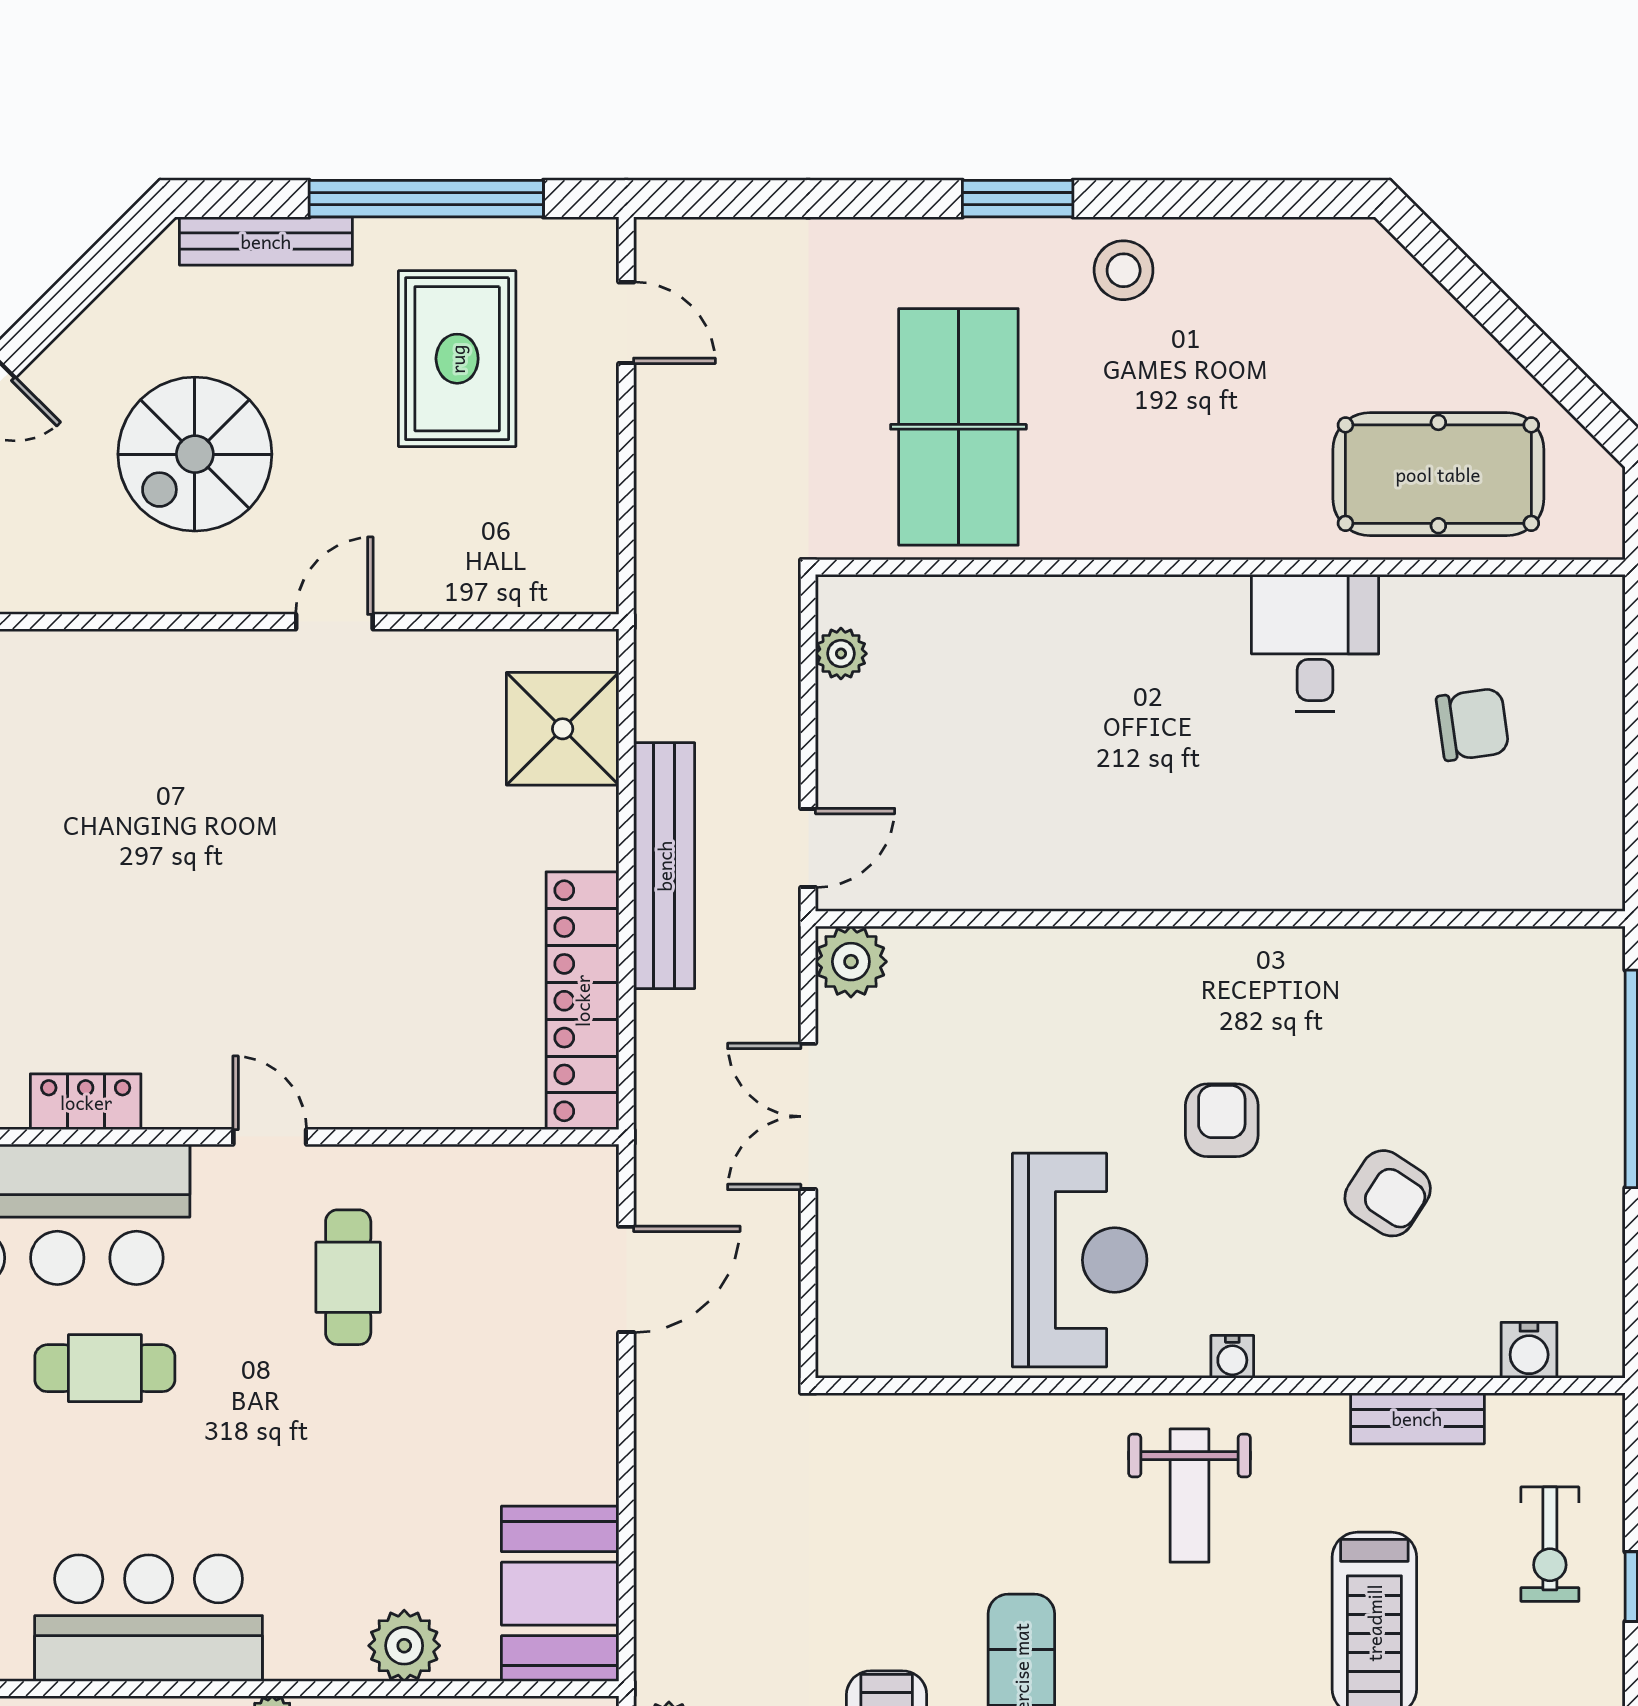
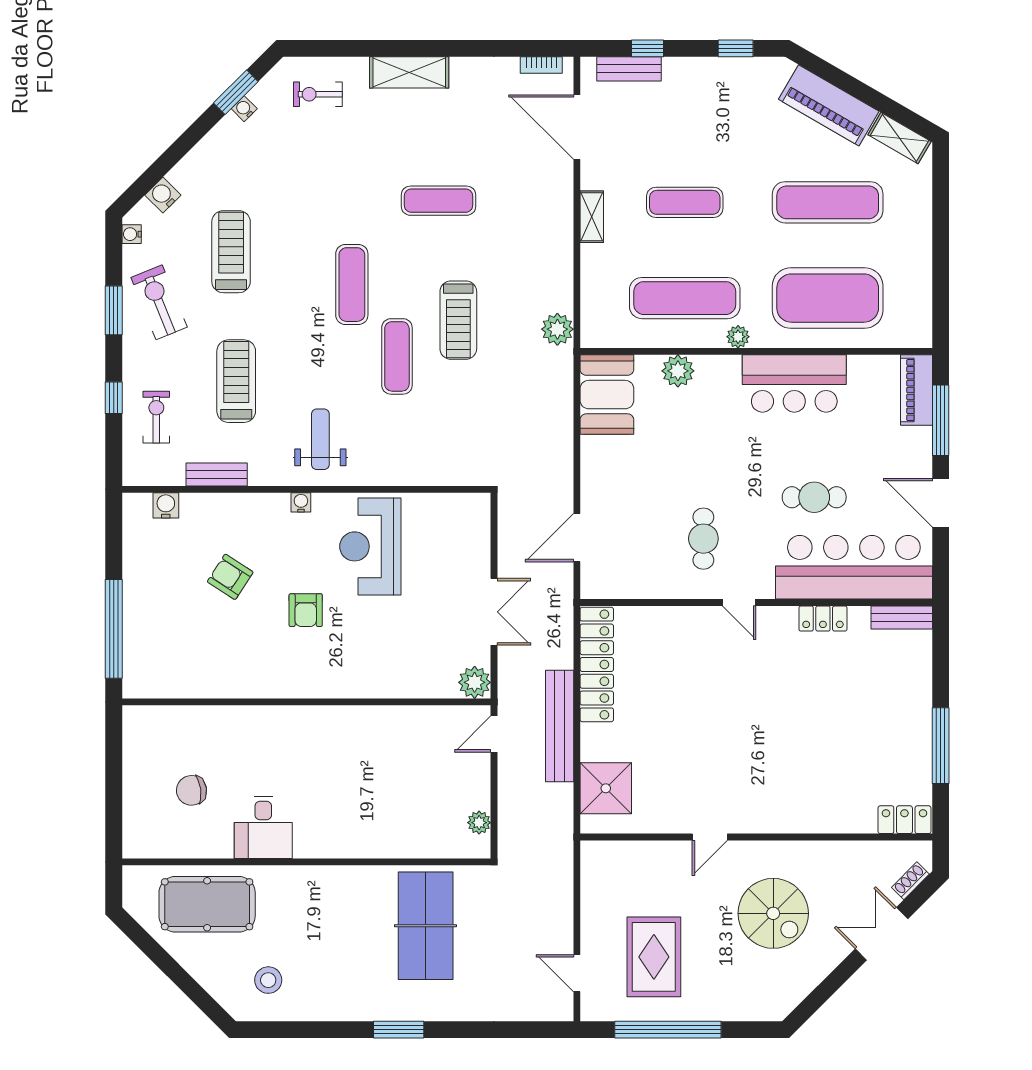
bench: (266, 241) -> (741, 1010), removed
stool: (1124, 270) -> (268, 980), moved
spiral stairs: (195, 454) -> (773, 913), turned 90

